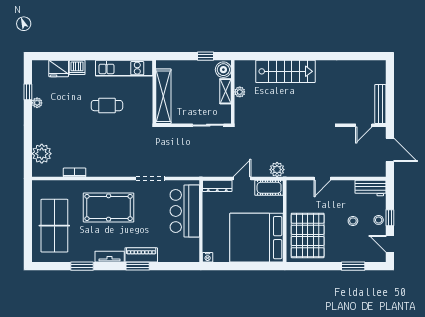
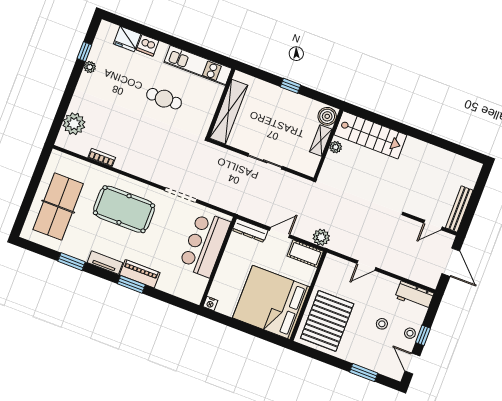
boiler: (223, 70) -> (327, 116), moved
shelving: (226, 91) -> (321, 141), moved
wall: (233, 92) -> (328, 144), moved
plant: (240, 92) -> (336, 147), moved

